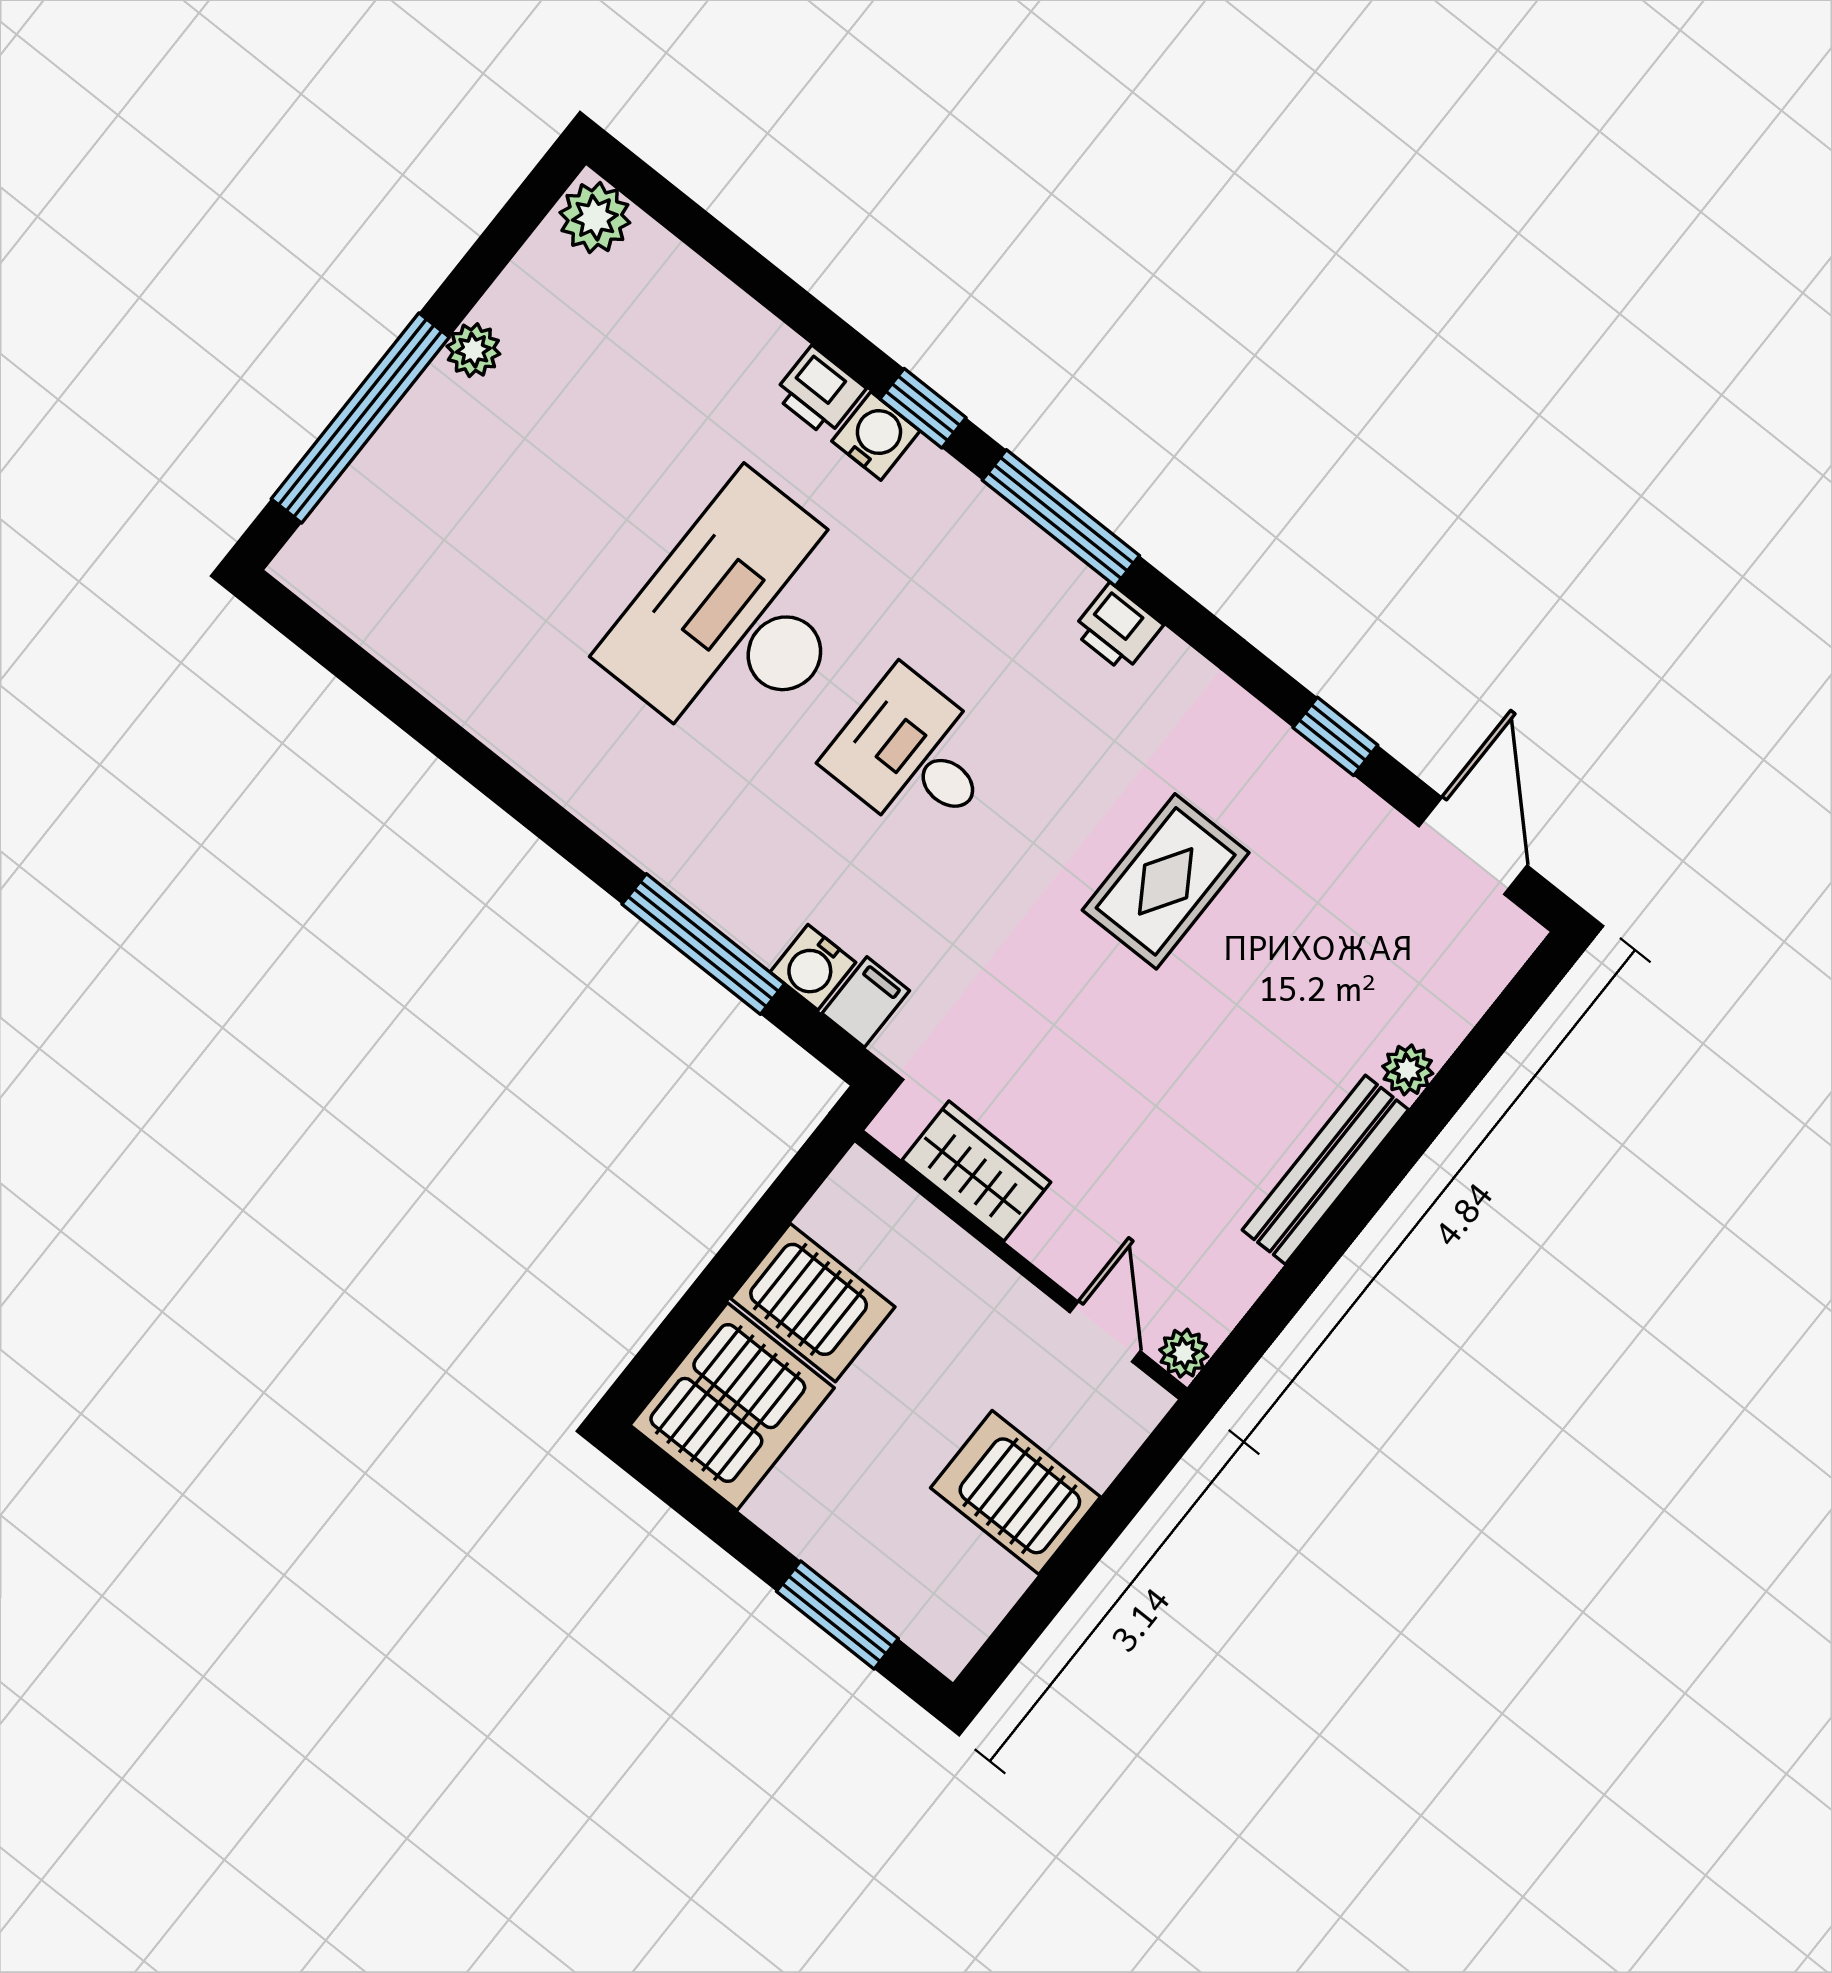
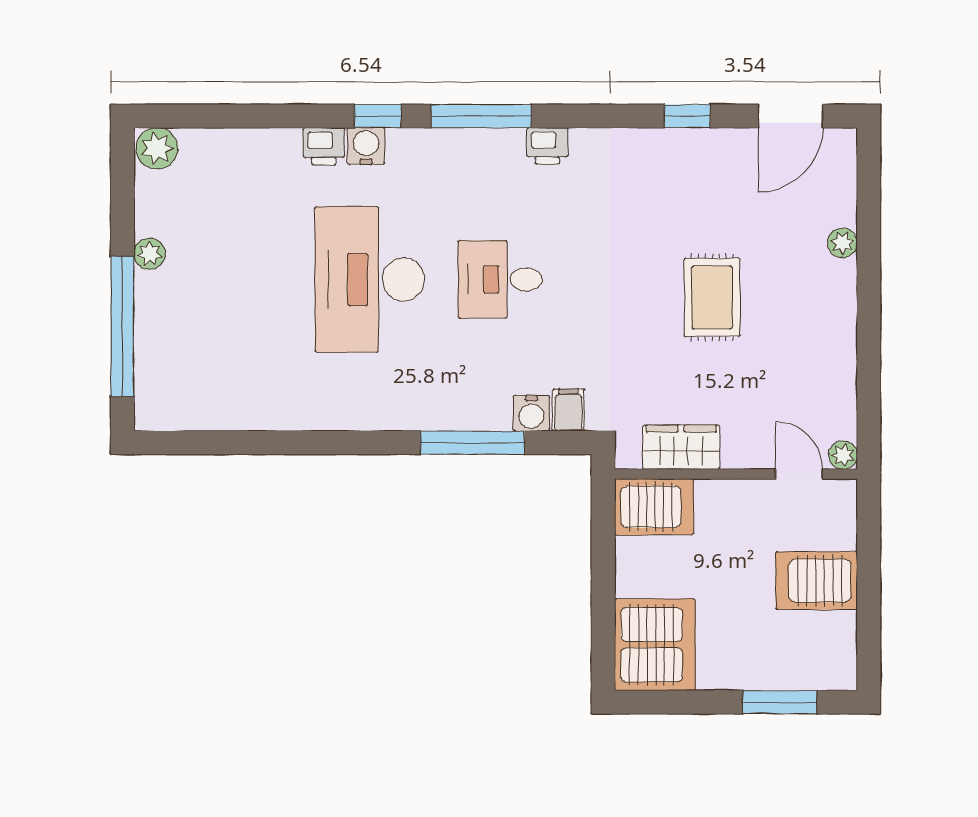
door: (1473, 846) -> (790, 116), swing flipped
rug: (1166, 881) -> (712, 297), moved
bench: (1325, 1170) -> (841, 319), removed
server rack: (813, 1303) -> (654, 507), moved

